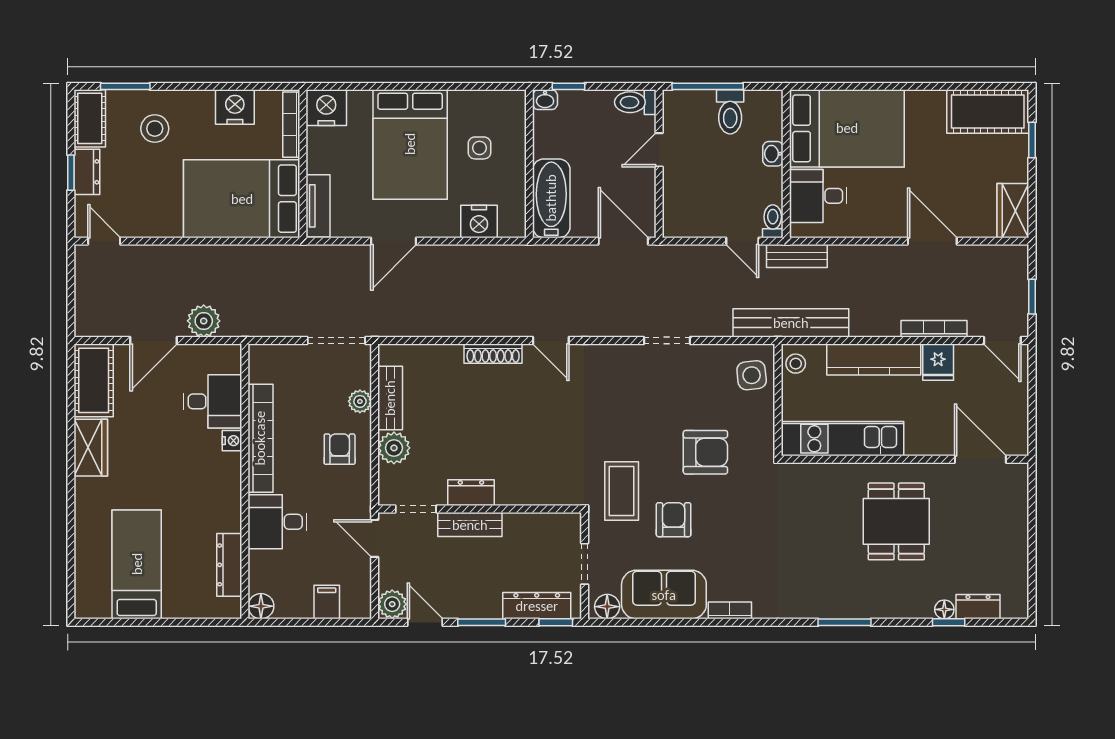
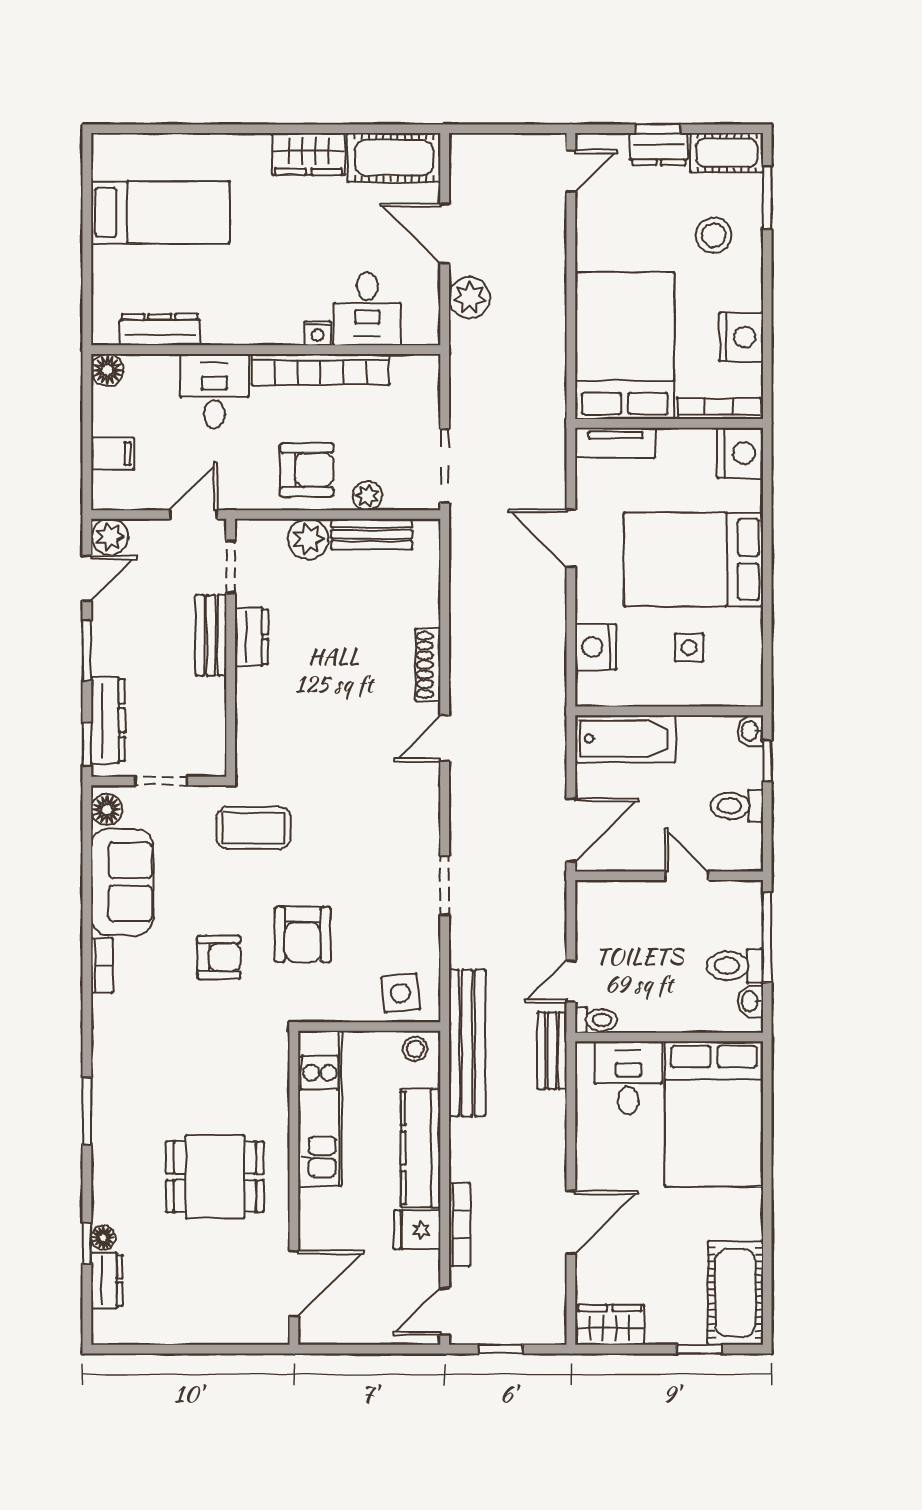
toilet: (635, 102) -> (737, 806), moved, turned -90
washbasin: (773, 154) -> (750, 1001), moved, turned -90
armchair: (340, 449) -> (307, 470), width x1.38, depth x1.38
armchair: (674, 520) -> (219, 957), moved

